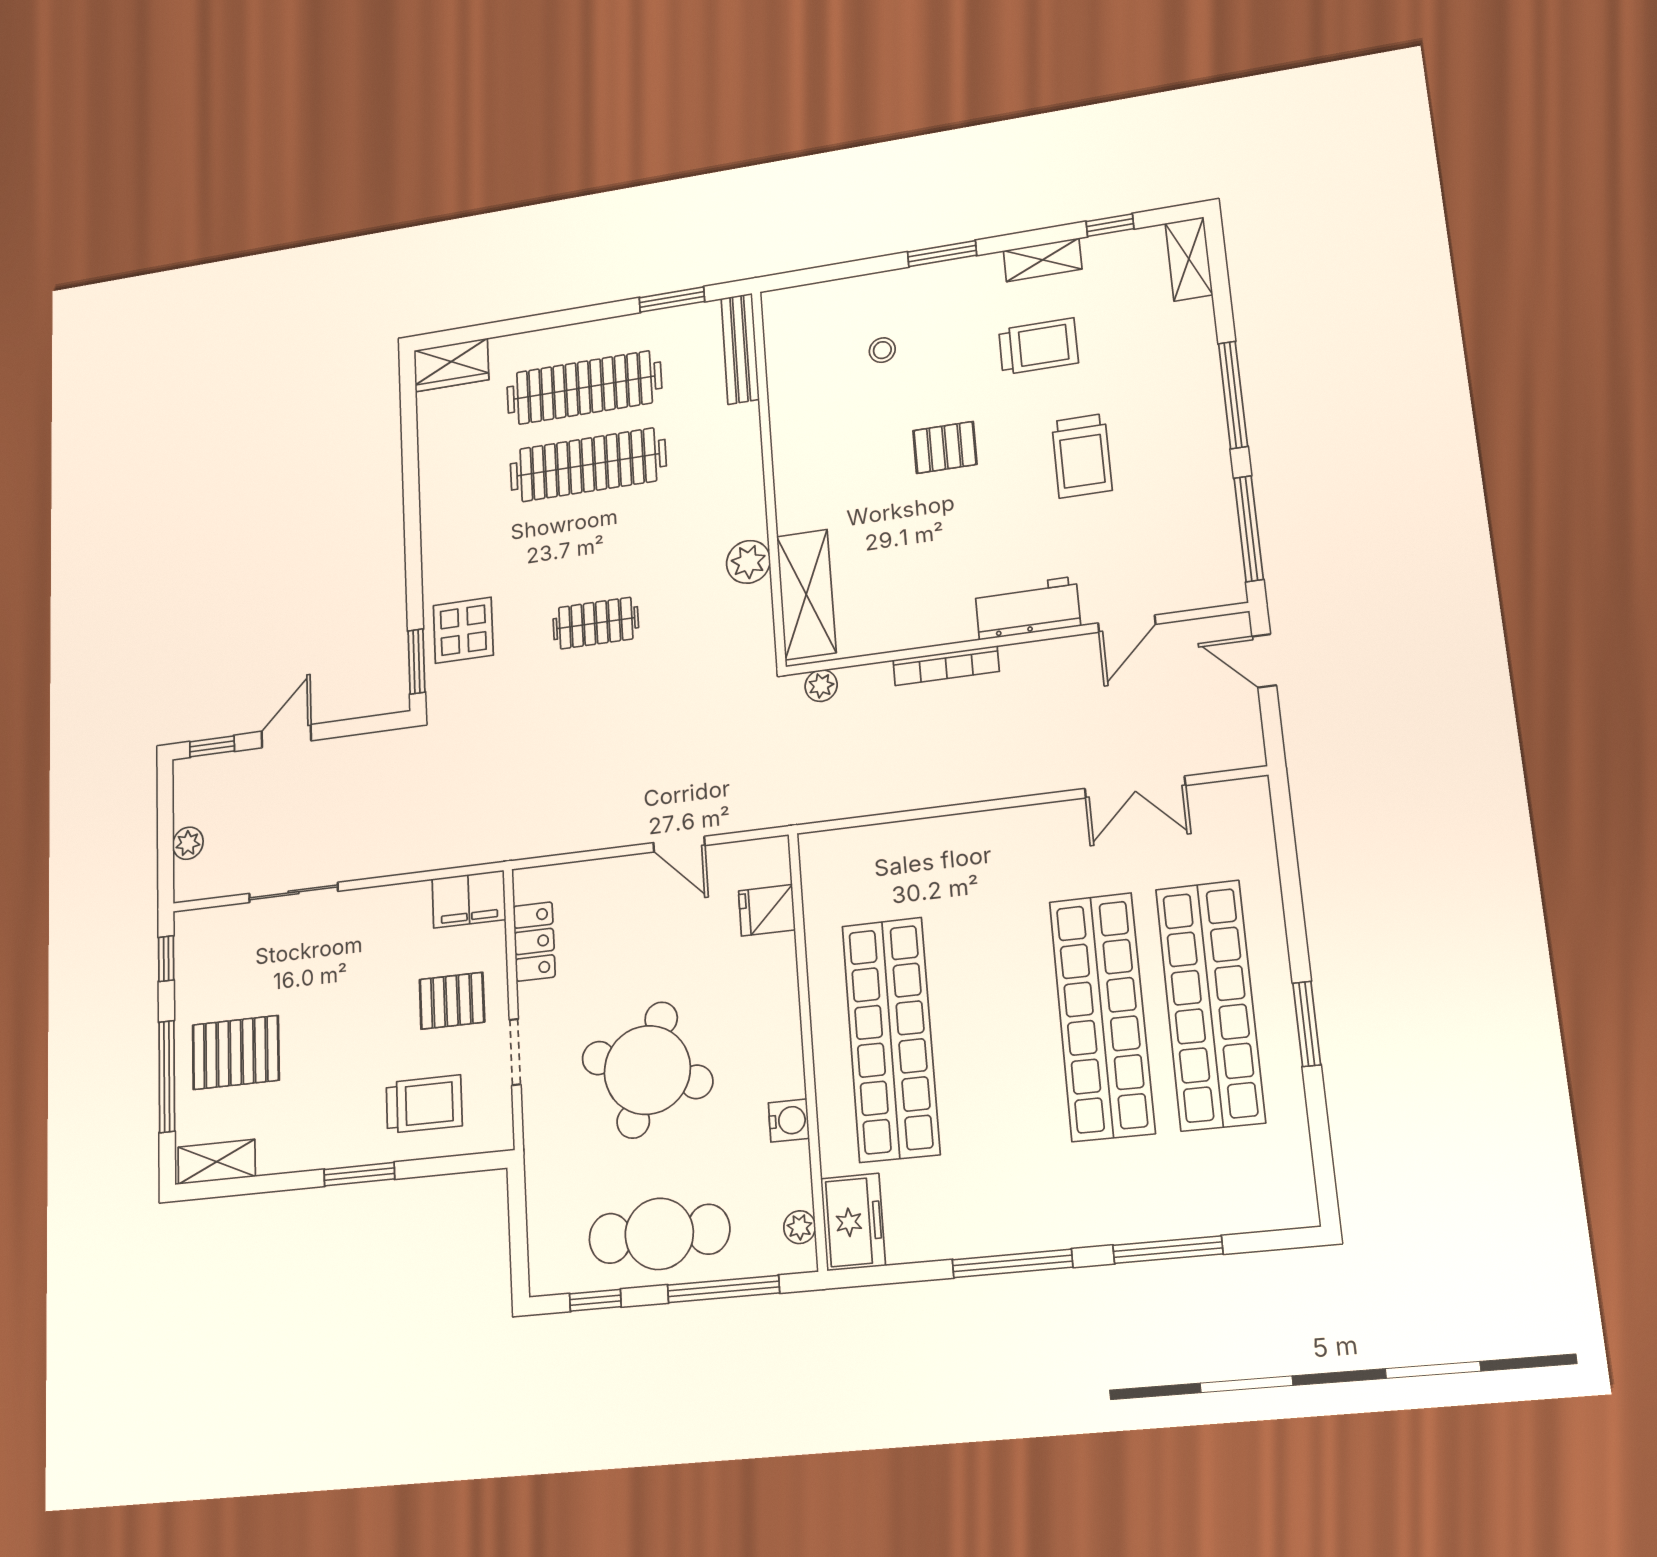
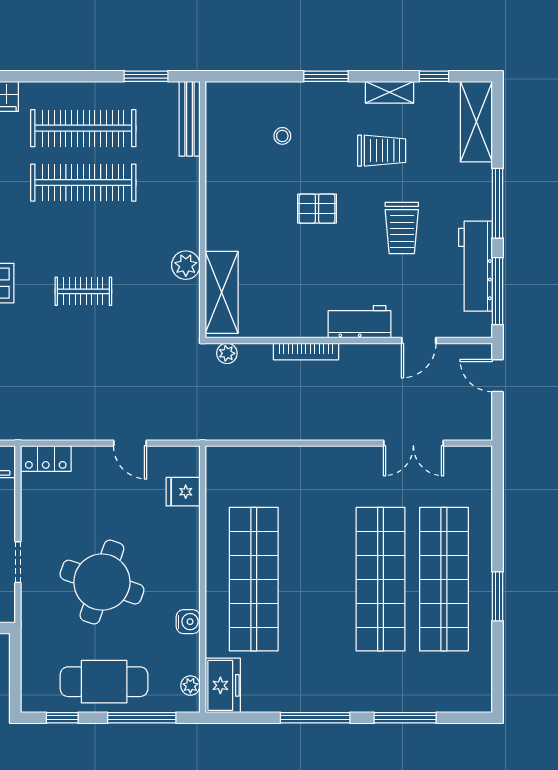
shelving: (1189, 259) -> (476, 122), width x1.50, depth x1.33
workbench: (1208, 496) -> (476, 266), added
locker: (534, 942) -> (46, 459), moved, turned 90

